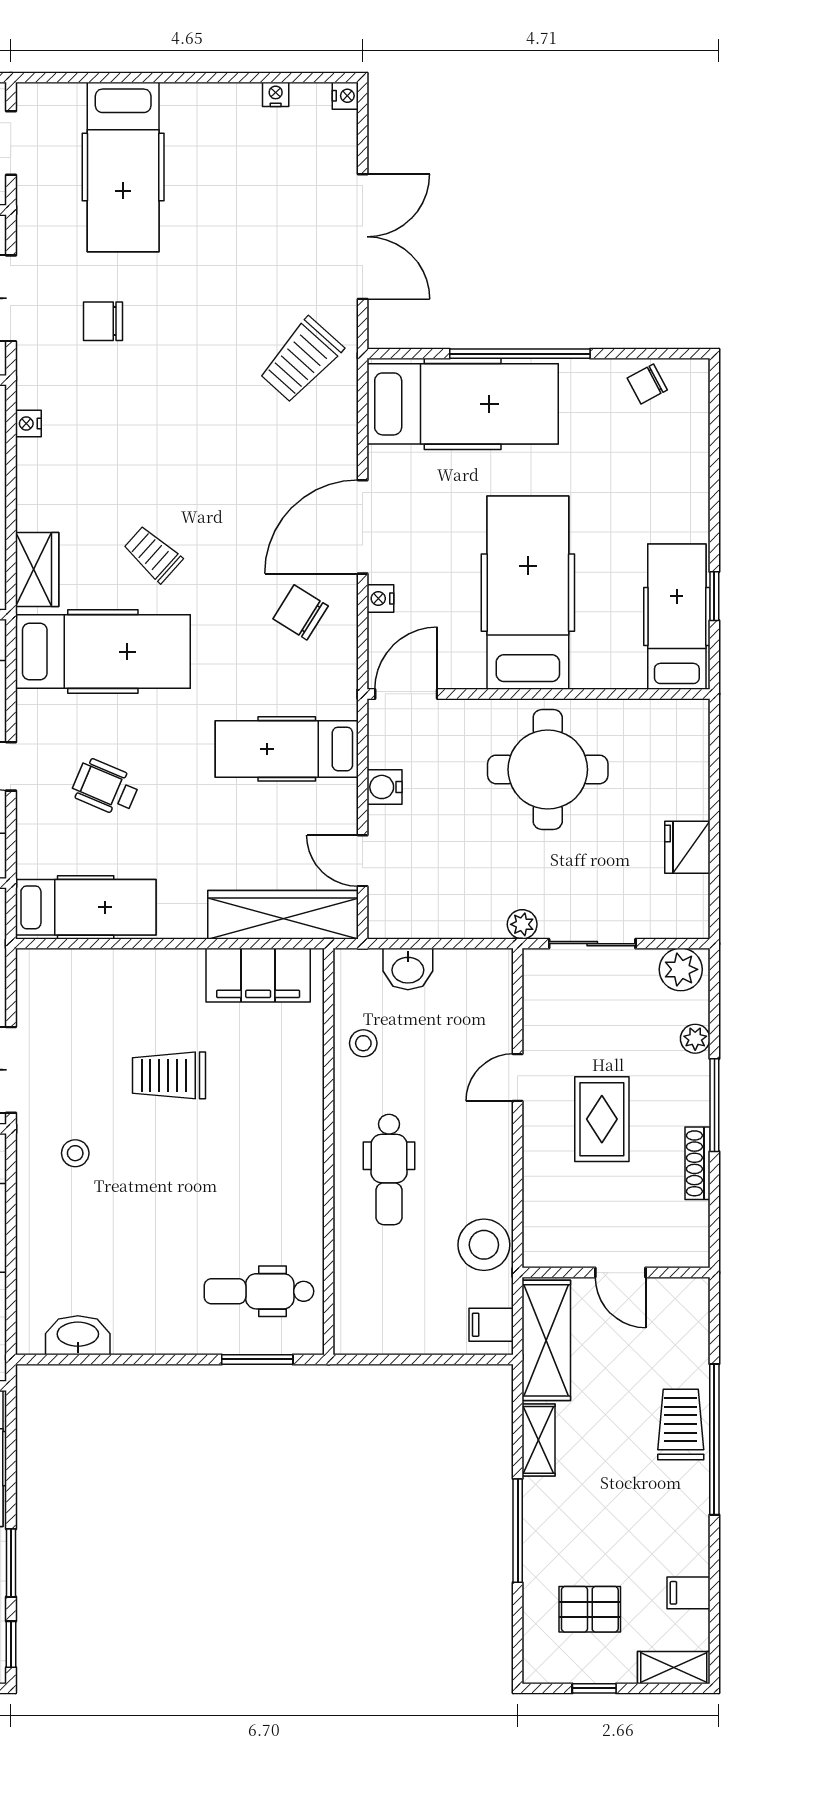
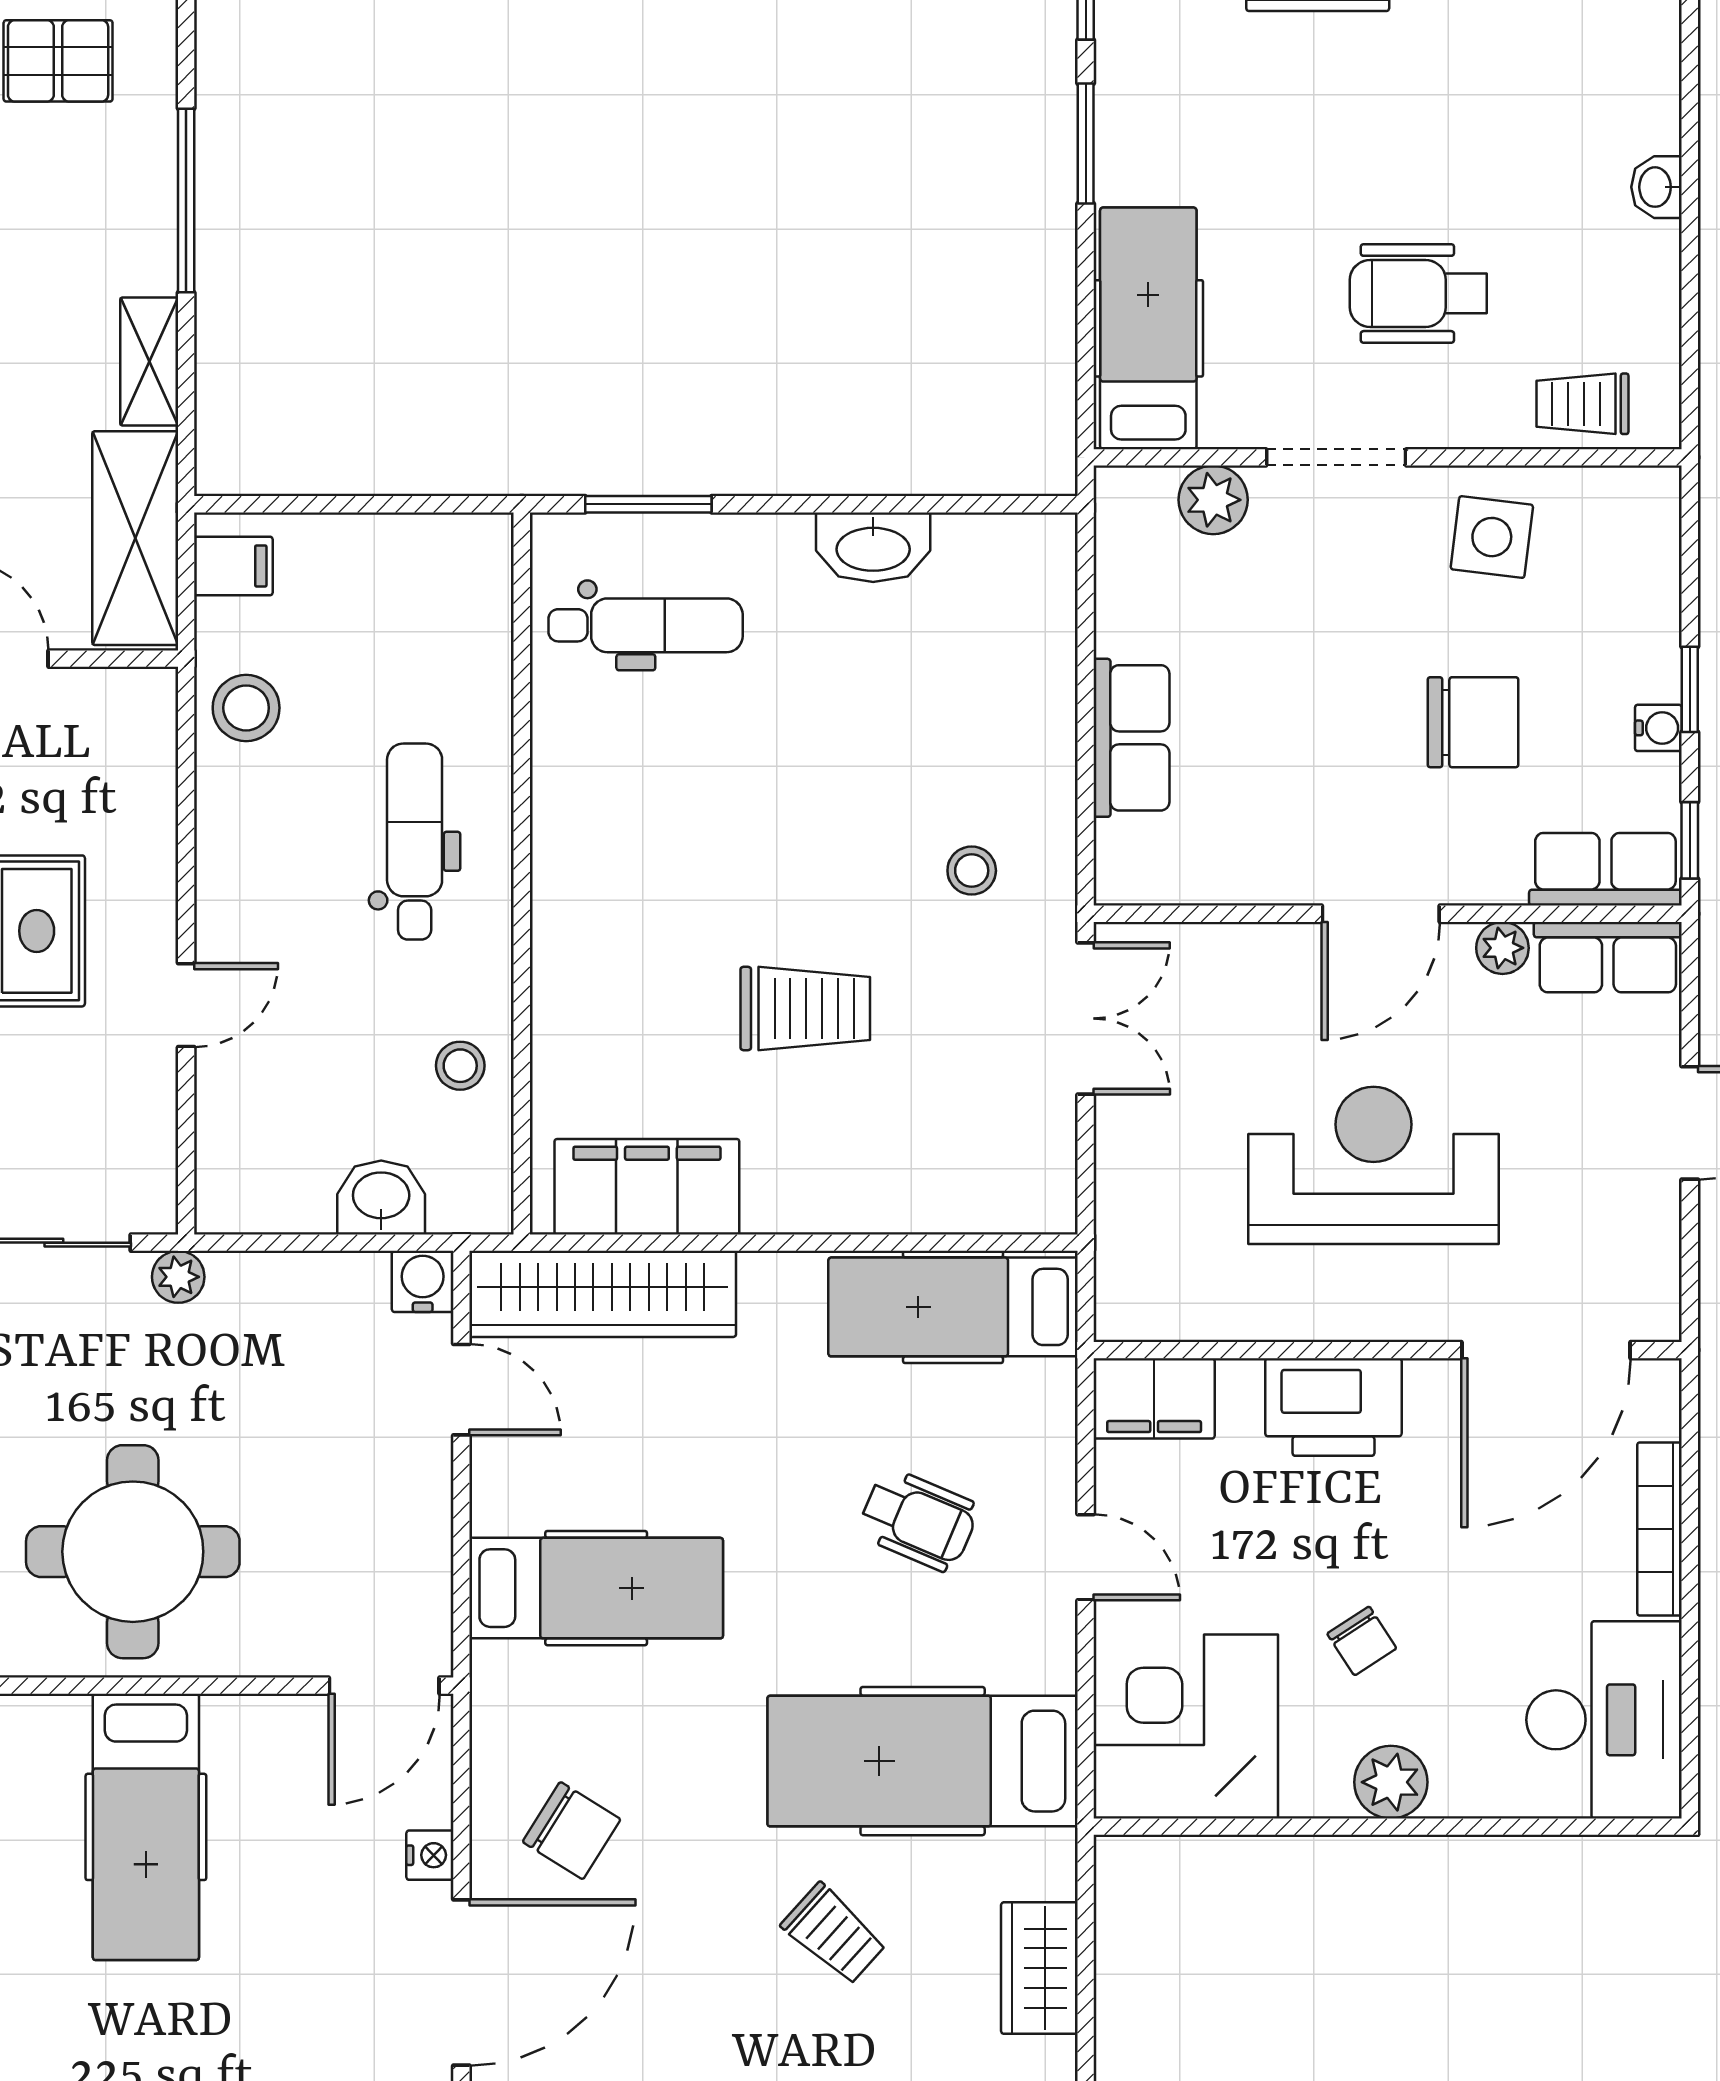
wardrobe: (37, 570) -> (1039, 1968), moved
hospital bed: (528, 593) -> (146, 1827), width x0.73, depth x0.78
water cooler: (384, 787) -> (423, 1281), moved, turned -90
stool: (484, 1245) -> (246, 708), width x0.73, depth x0.73
washbasin: (78, 1335) -> (873, 547), moved

